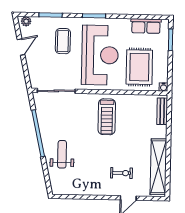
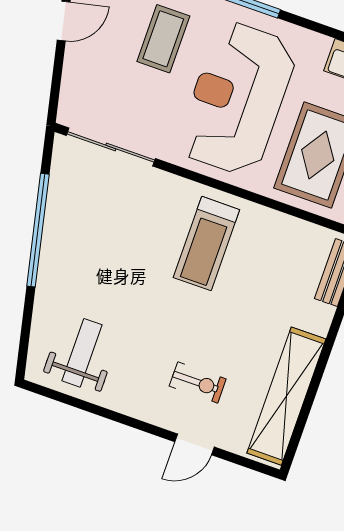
reception desk: (100, 55) -> (237, 98), turned 180
weight bench: (62, 154) -> (82, 353), moved

